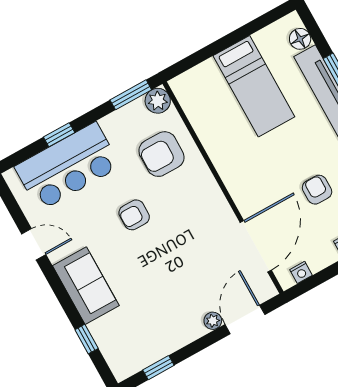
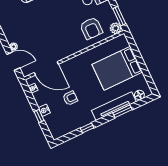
bed: (254, 86) -> (117, 68), width x1.50
armchair: (161, 154) -> (91, 28), turned 180
armchair: (134, 215) -> (64, 14), removed

